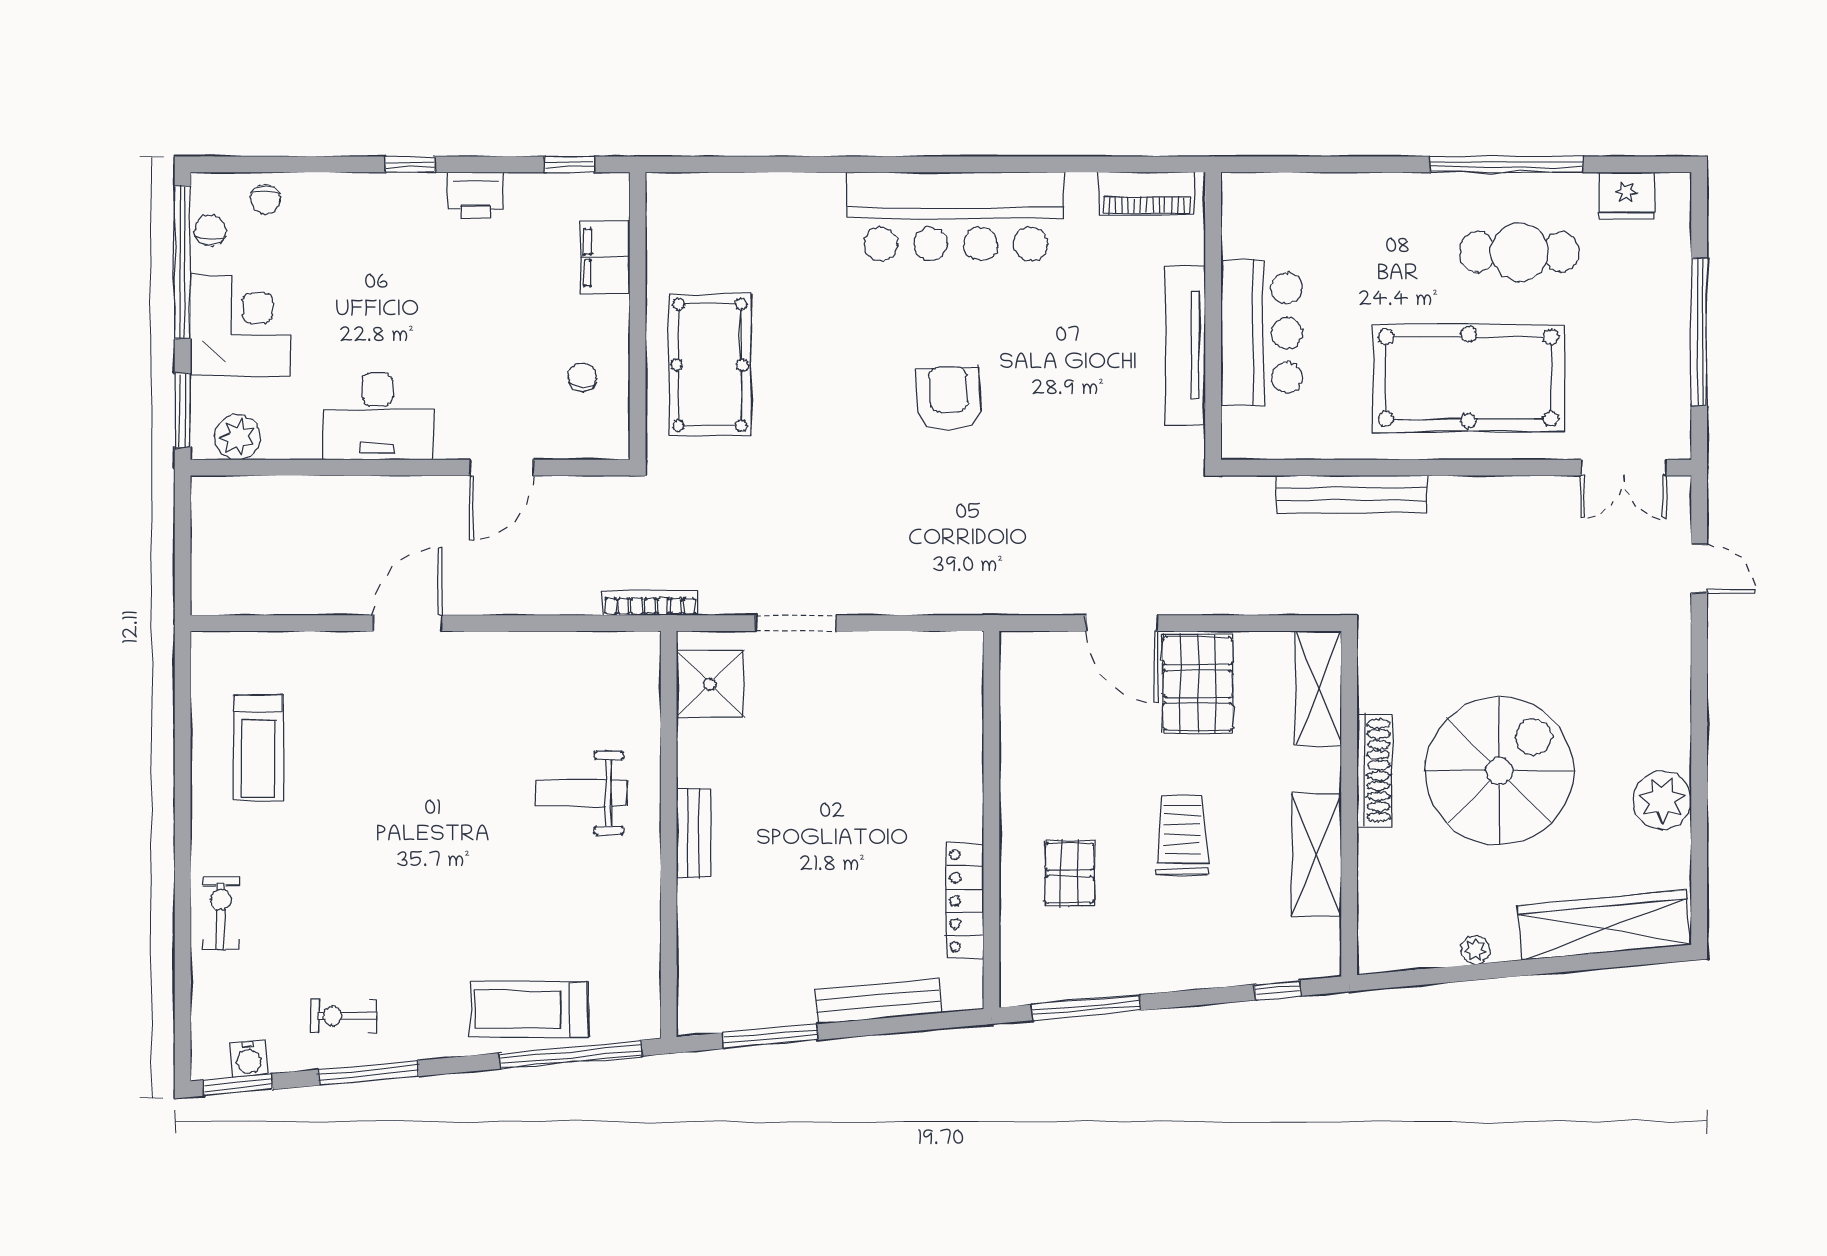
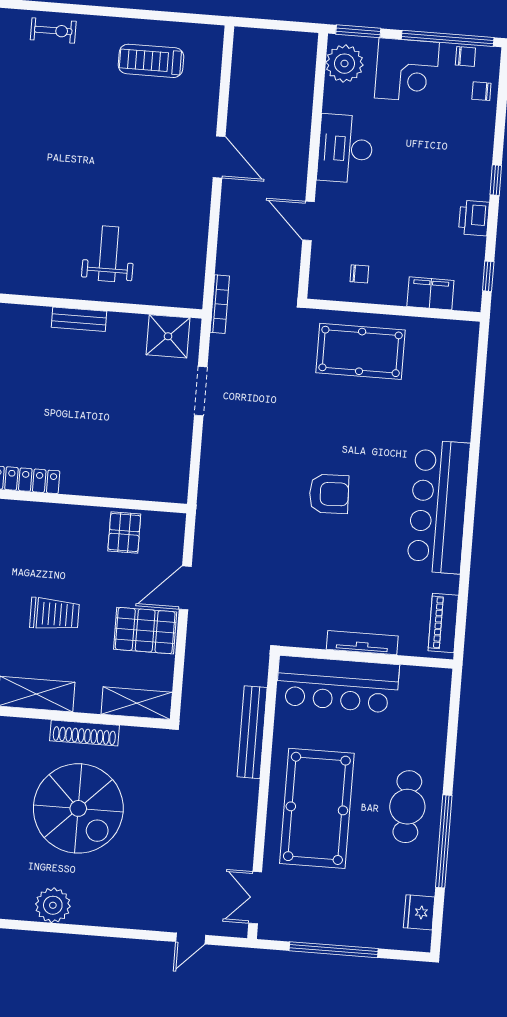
cafe table: (1519, 252) -> (407, 807), moved
bar counter: (1261, 333) -> (338, 684), width x1.36
tv unit: (1185, 345) -> (362, 643), width x0.73, depth x0.78
plant: (238, 437) -> (344, 64), width x1.36, depth x1.36
pallet: (1070, 873) -> (124, 533), moved, turned 90

